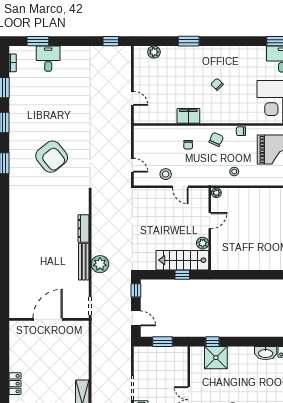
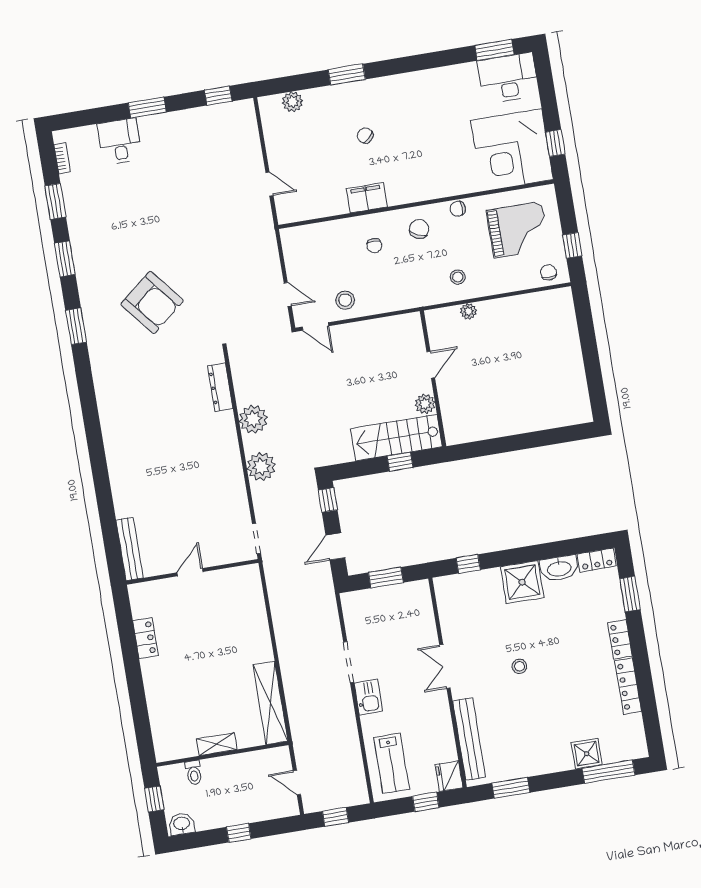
window: (38, 41) -> (147, 107), moved
chair: (217, 84) -> (365, 135), moved
door: (180, 187) -> (315, 326), moved
plant: (216, 193) -> (468, 311), moved
dresser: (83, 228) -> (220, 387), moved
plant: (100, 235) -> (253, 419), added
bench: (84, 262) -> (130, 549), moved
door: (136, 318) -> (335, 546), swing flipped
door: (48, 319) -> (190, 572), width x0.53
shower: (216, 358) -> (522, 582), moved
locker: (15, 384) -> (146, 638), moved

